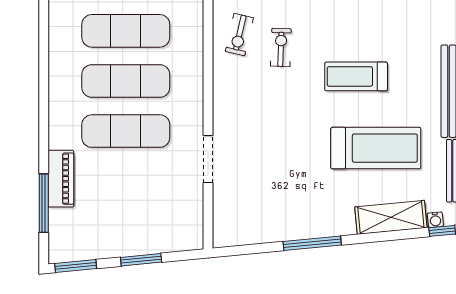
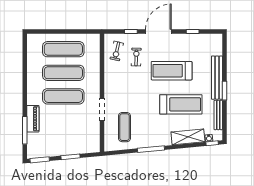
treadmill: (356, 76) -> (172, 71), width x1.37, depth x1.38
exercise mat: (256, 196) -> (124, 127), added

